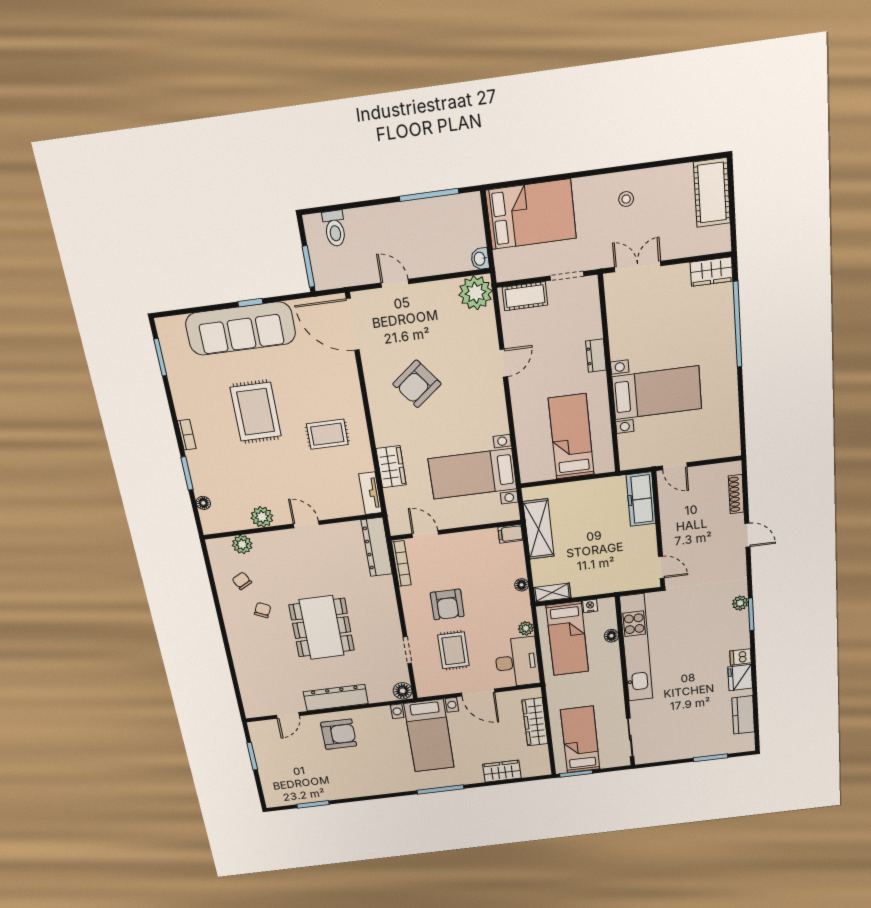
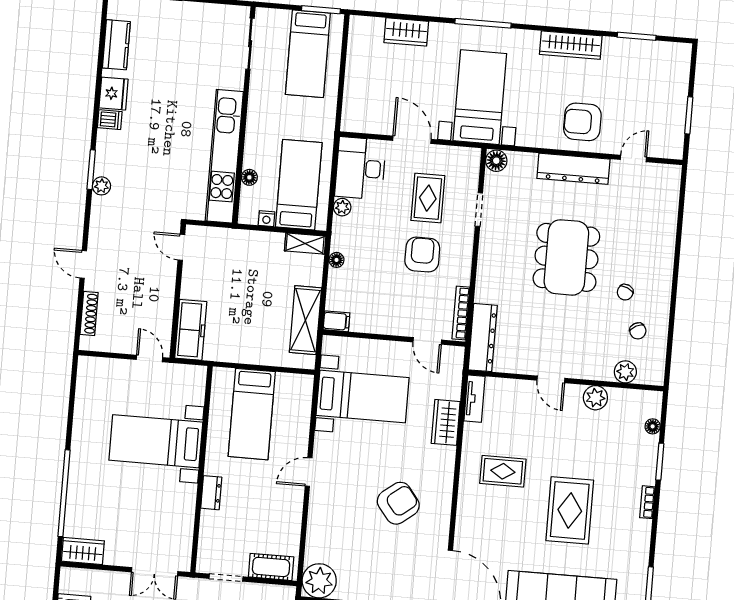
door: (504, 363) -> (309, 472), moved
wardrobe: (535, 722) -> (571, 45), moved, turned 90

